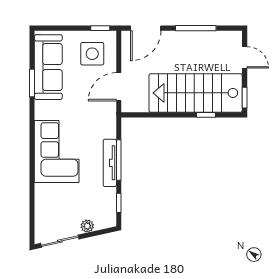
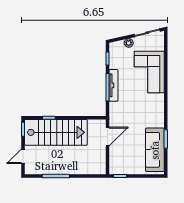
door: (146, 28) -> (89, 176), removed
side table: (92, 54) -> (125, 159), removed
door: (245, 57) -> (23, 156), hinge flipped
corner sofa: (57, 152) -> (149, 72), moved

